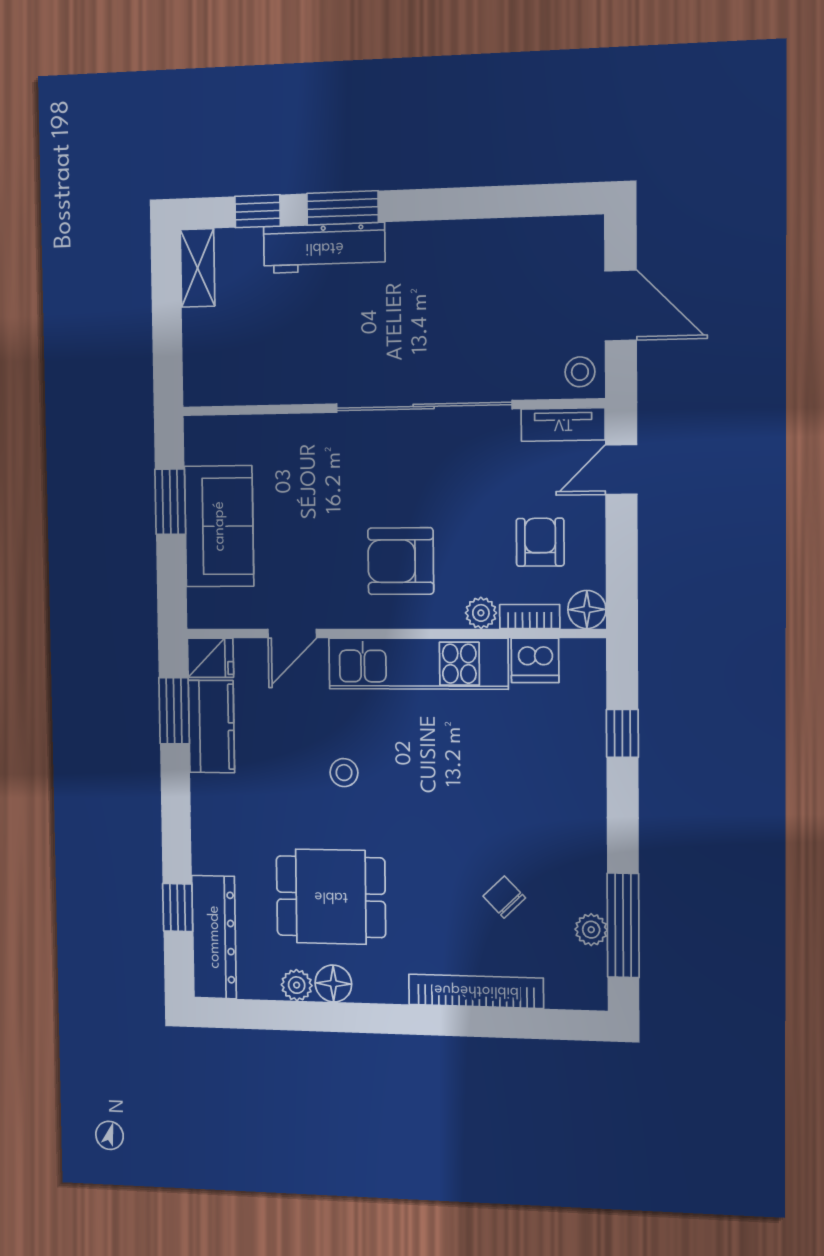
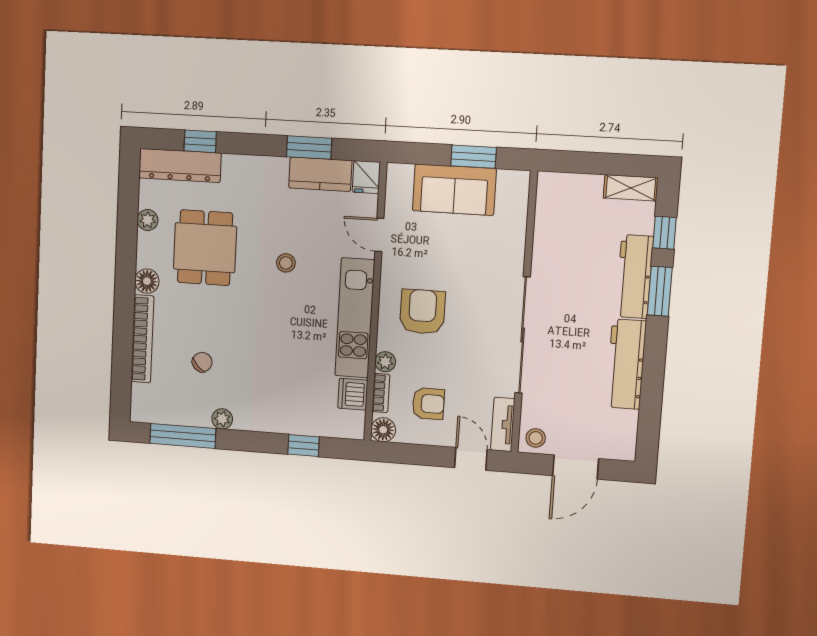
workbench: (455, 246) -> (626, 364), added
window: (174, 711) -> (309, 147), moved
plant: (591, 930) -> (222, 419), moved
floor lamp: (333, 984) -> (147, 281), moved

